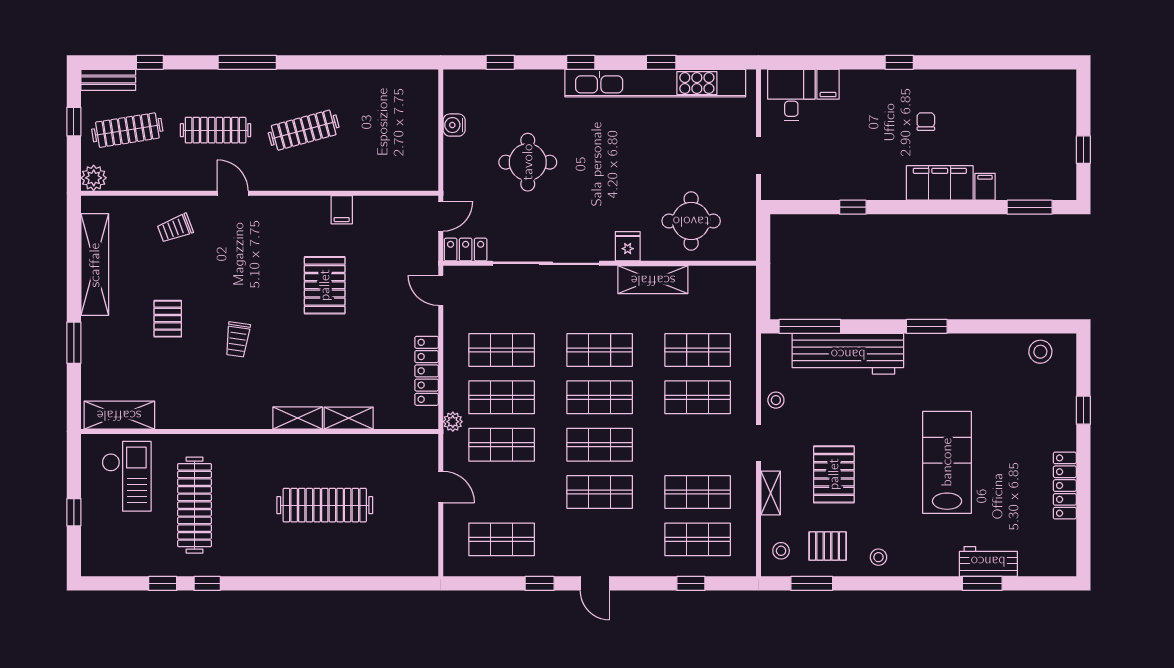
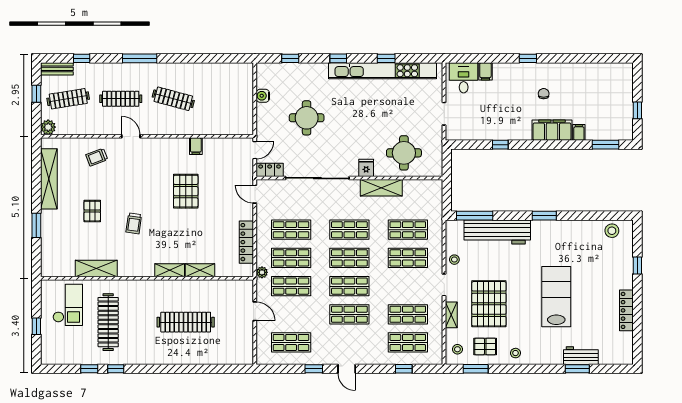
clothes rail: (304, 130) -> (173, 99), turned 30
shelving: (119, 415) -> (96, 268), moved
pallet: (834, 474) -> (489, 304), width x1.37, depth x1.41

